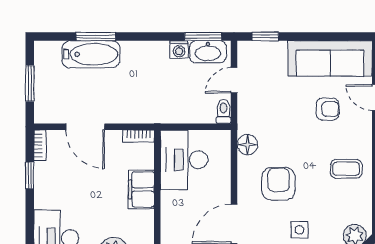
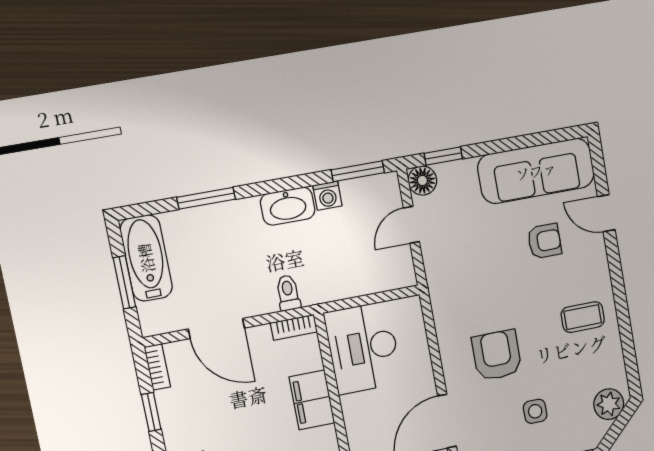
washbasin: (208, 52) -> (288, 206), moved
bathtub: (91, 54) -> (146, 258), moved, turned -90
toilet: (224, 111) -> (288, 293), moved
floor lamp: (247, 145) -> (422, 180), moved

